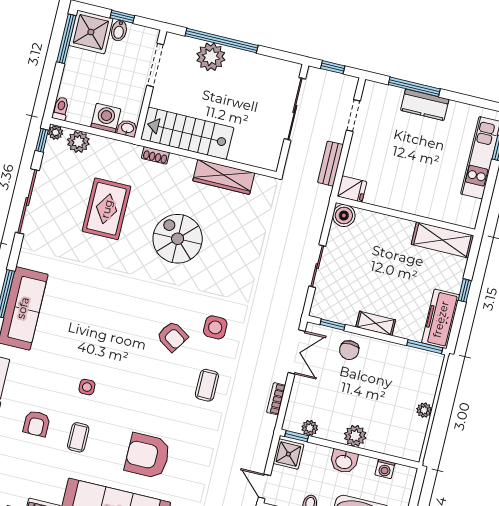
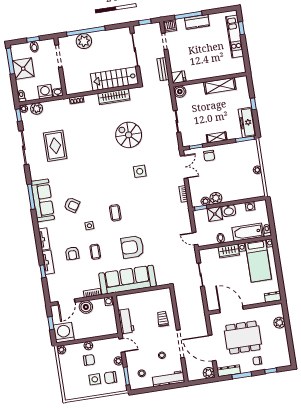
shower: (91, 32) -> (23, 69), moved
dishwasher: (374, 92) -> (170, 26), added
stairs: (187, 133) -> (115, 79), moved
rug: (107, 209) -> (55, 146), moved
spiral stairs: (178, 239) -> (129, 135), moved
shelving: (443, 240) -> (220, 86), moved
armchair: (172, 336) -> (72, 205), moved
coffee table: (207, 385) -> (115, 213), moved
plant: (355, 436) -> (216, 198), moved
shower: (288, 454) -> (215, 214), moved

